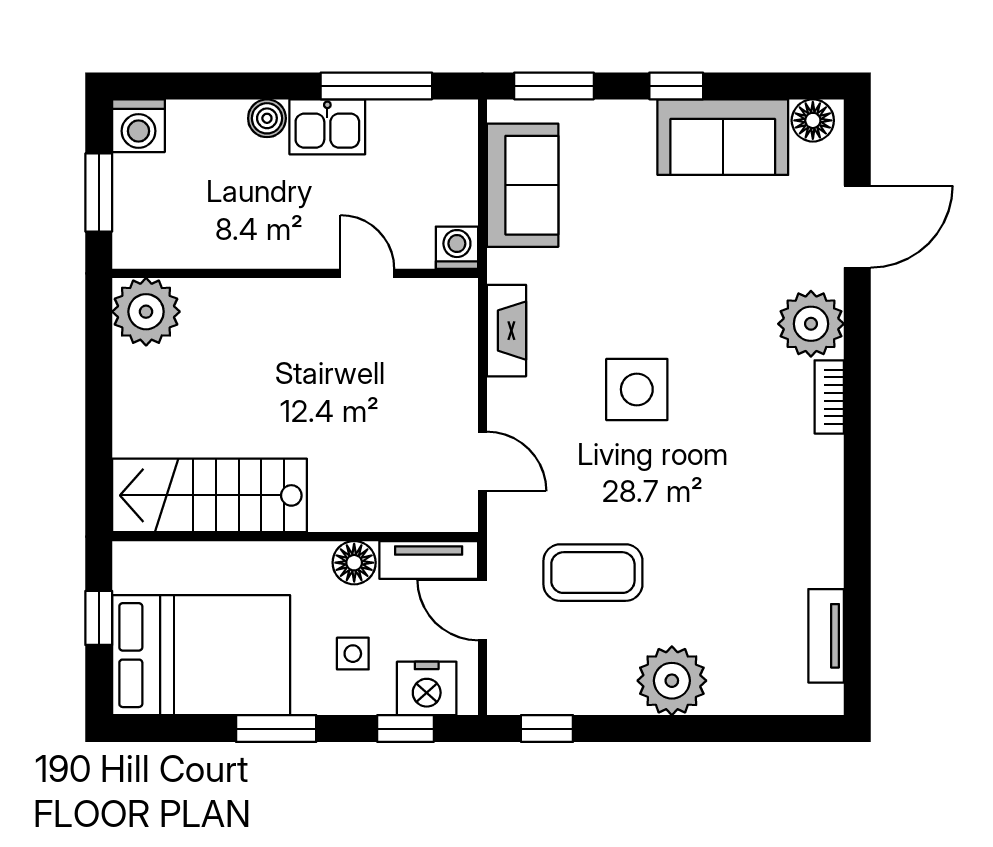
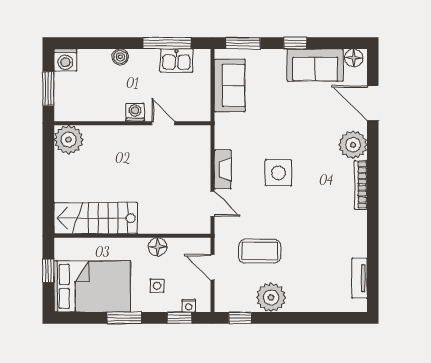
kitchen sink: (327, 127) -> (177, 61), moved
door: (857, 227) -> (373, 103), swing flipped
washing machine: (457, 248) -> (135, 112), moved
fireplace: (507, 331) -> (223, 169), moved
bookcase: (829, 397) -> (361, 185), width x1.56
tv unit: (429, 560) -> (189, 246), removed
plant: (672, 681) -> (271, 297), moved
nightstand: (427, 688) -> (189, 306), width x0.53, depth x0.56

